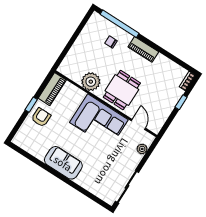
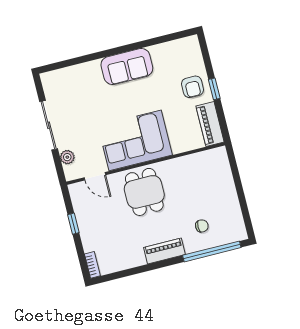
plant: (91, 82) -> (181, 169), removed
window: (181, 102) -> (73, 224), moved
sliding door: (127, 187) -> (49, 125), moved

